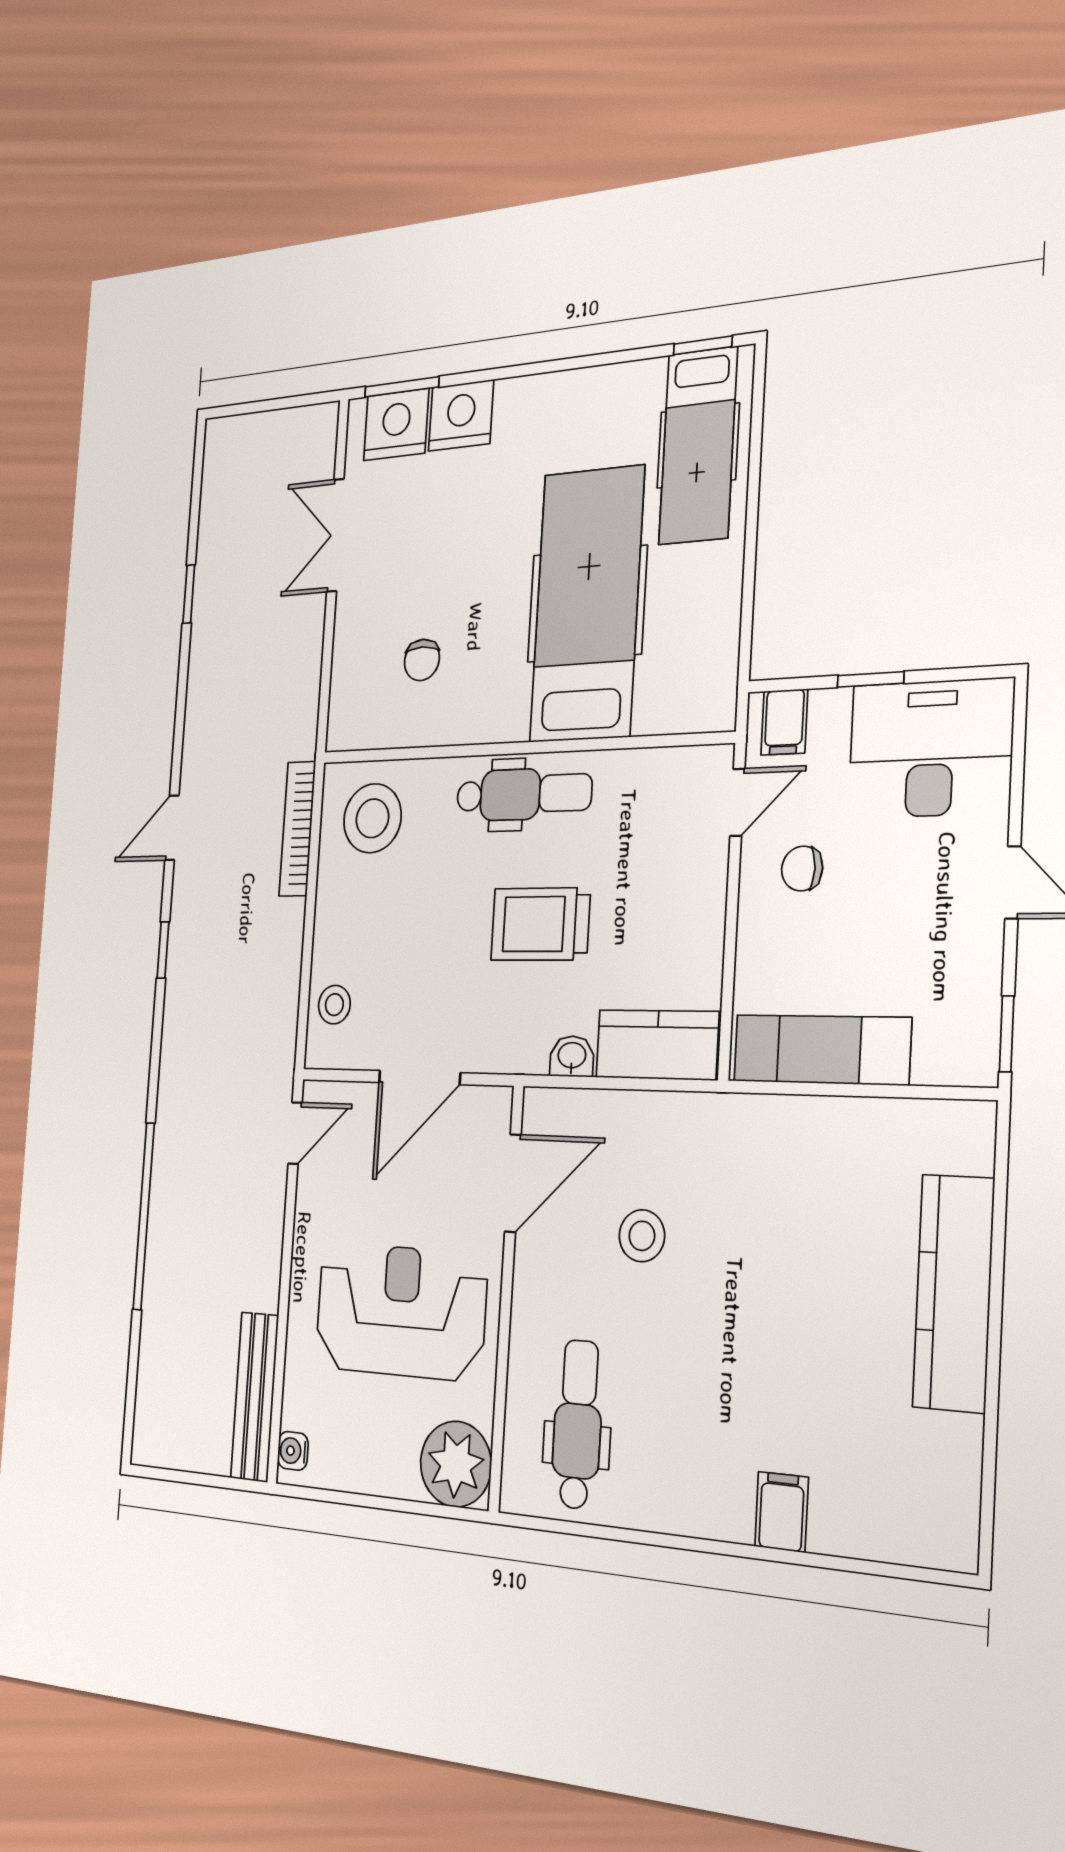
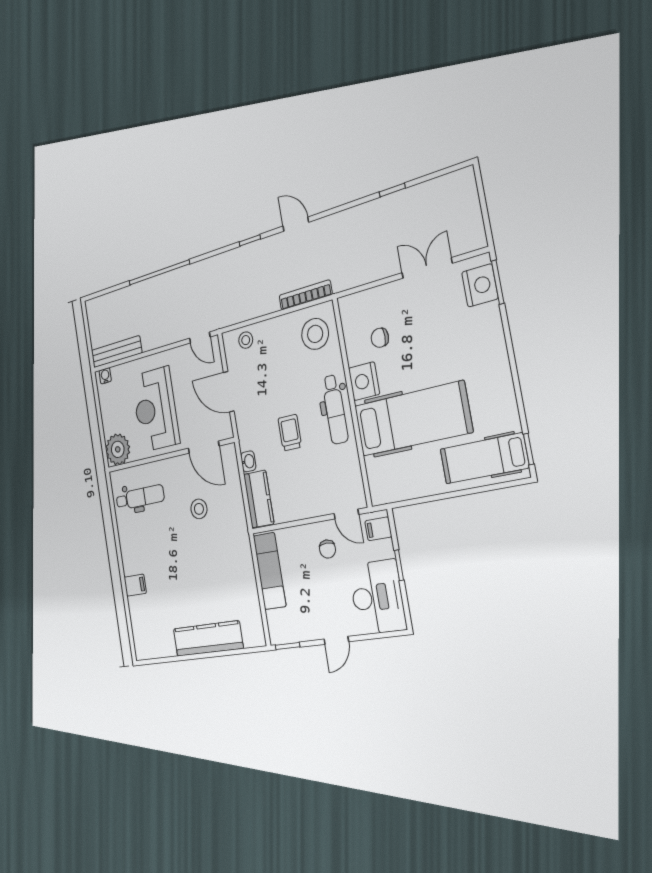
nightstand: (461, 415) -> (364, 381), moved, turned 180
chair: (802, 869) -> (327, 549), turned 180
trolley: (540, 924) -> (290, 433), width x0.73, depth x0.72
reception desk: (400, 1311) -> (155, 409), turned 180

